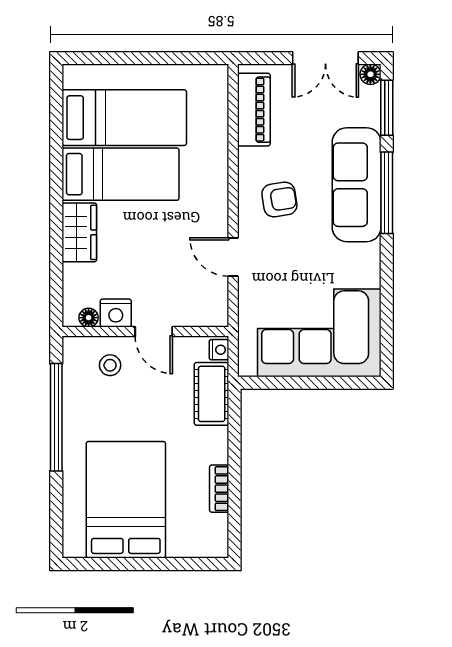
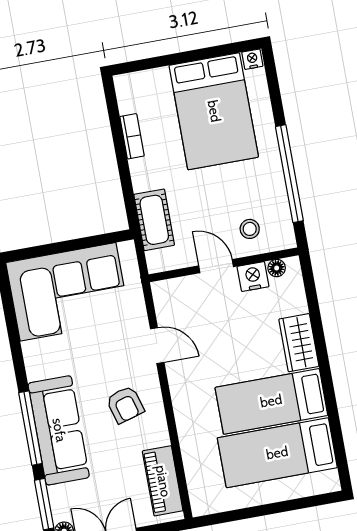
armchair: (279, 199) -> (125, 405), turned -97
nightstand: (219, 350) -> (252, 59), moved, turned 90

